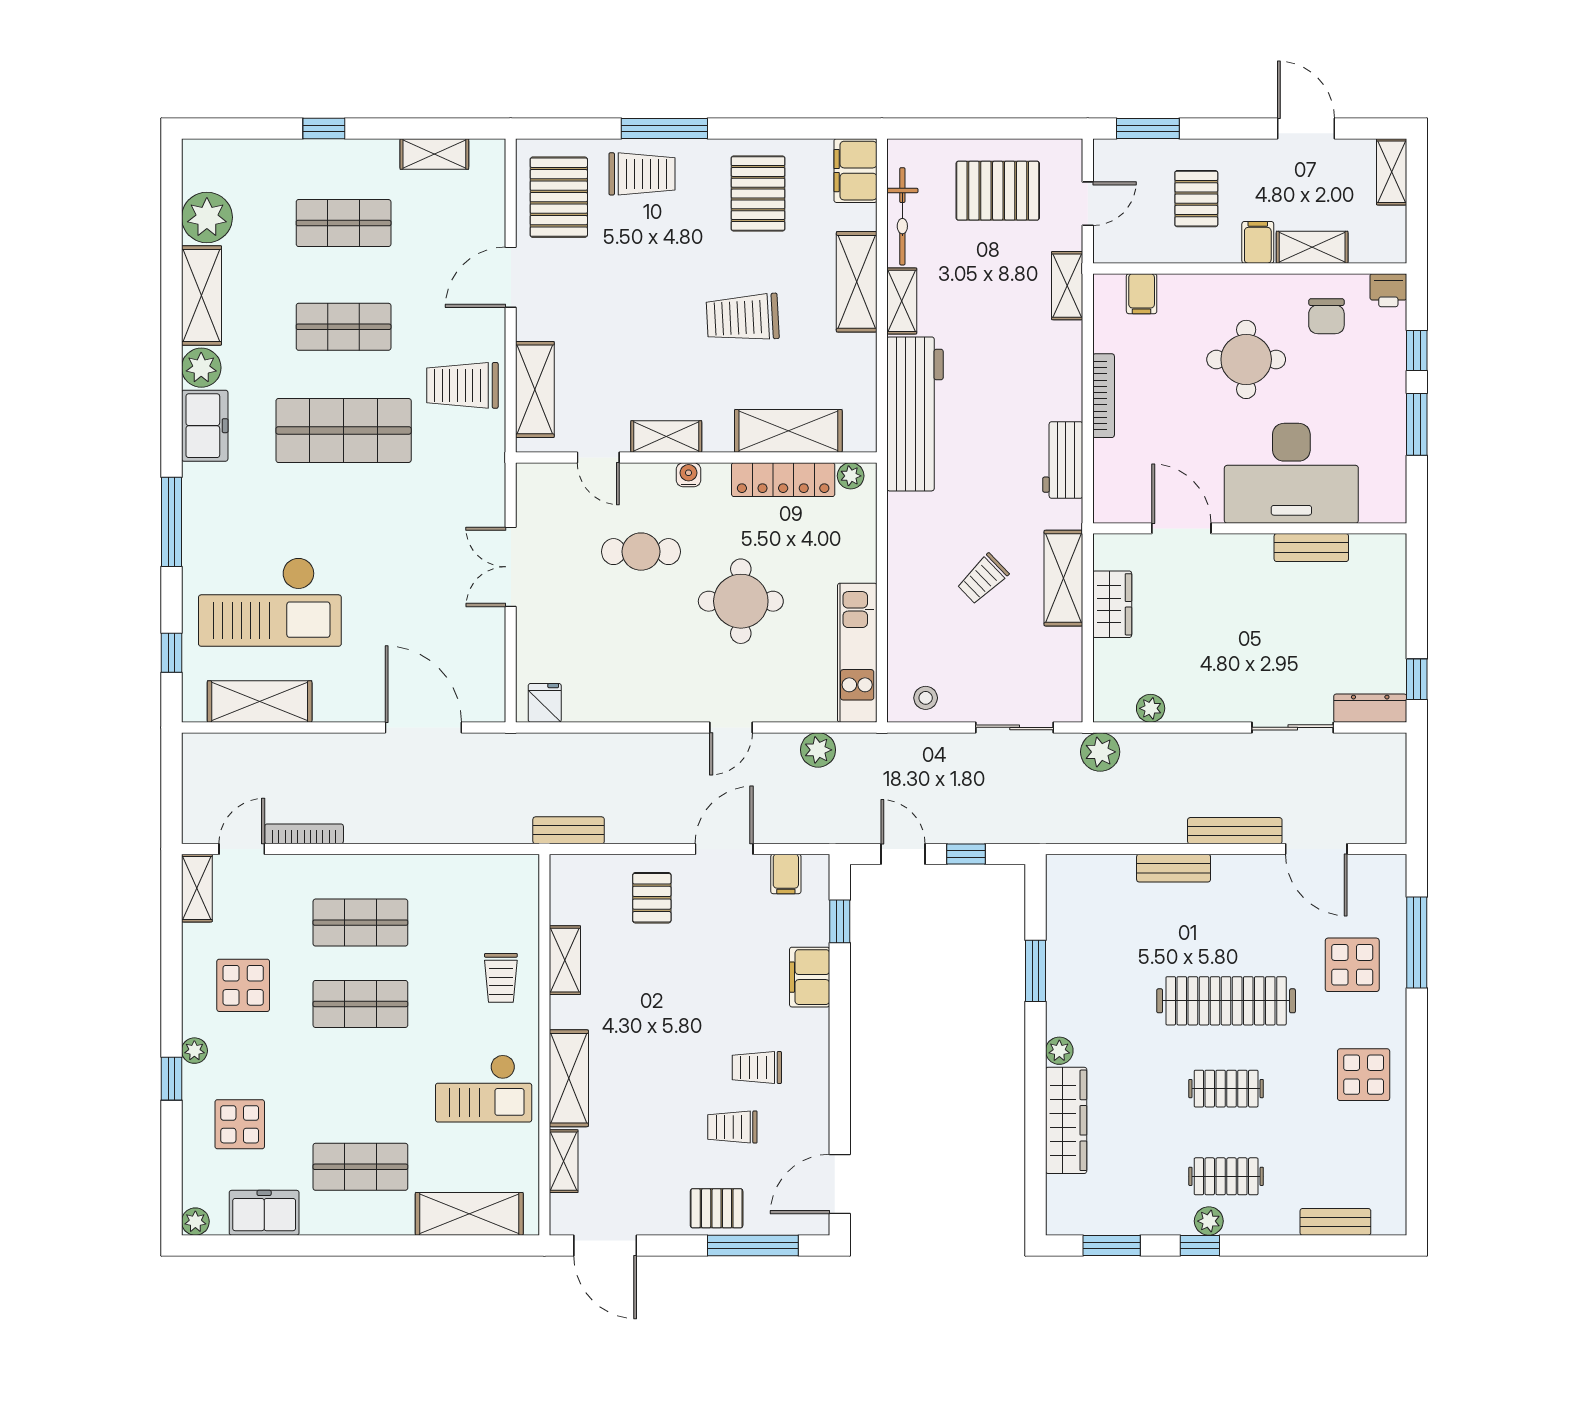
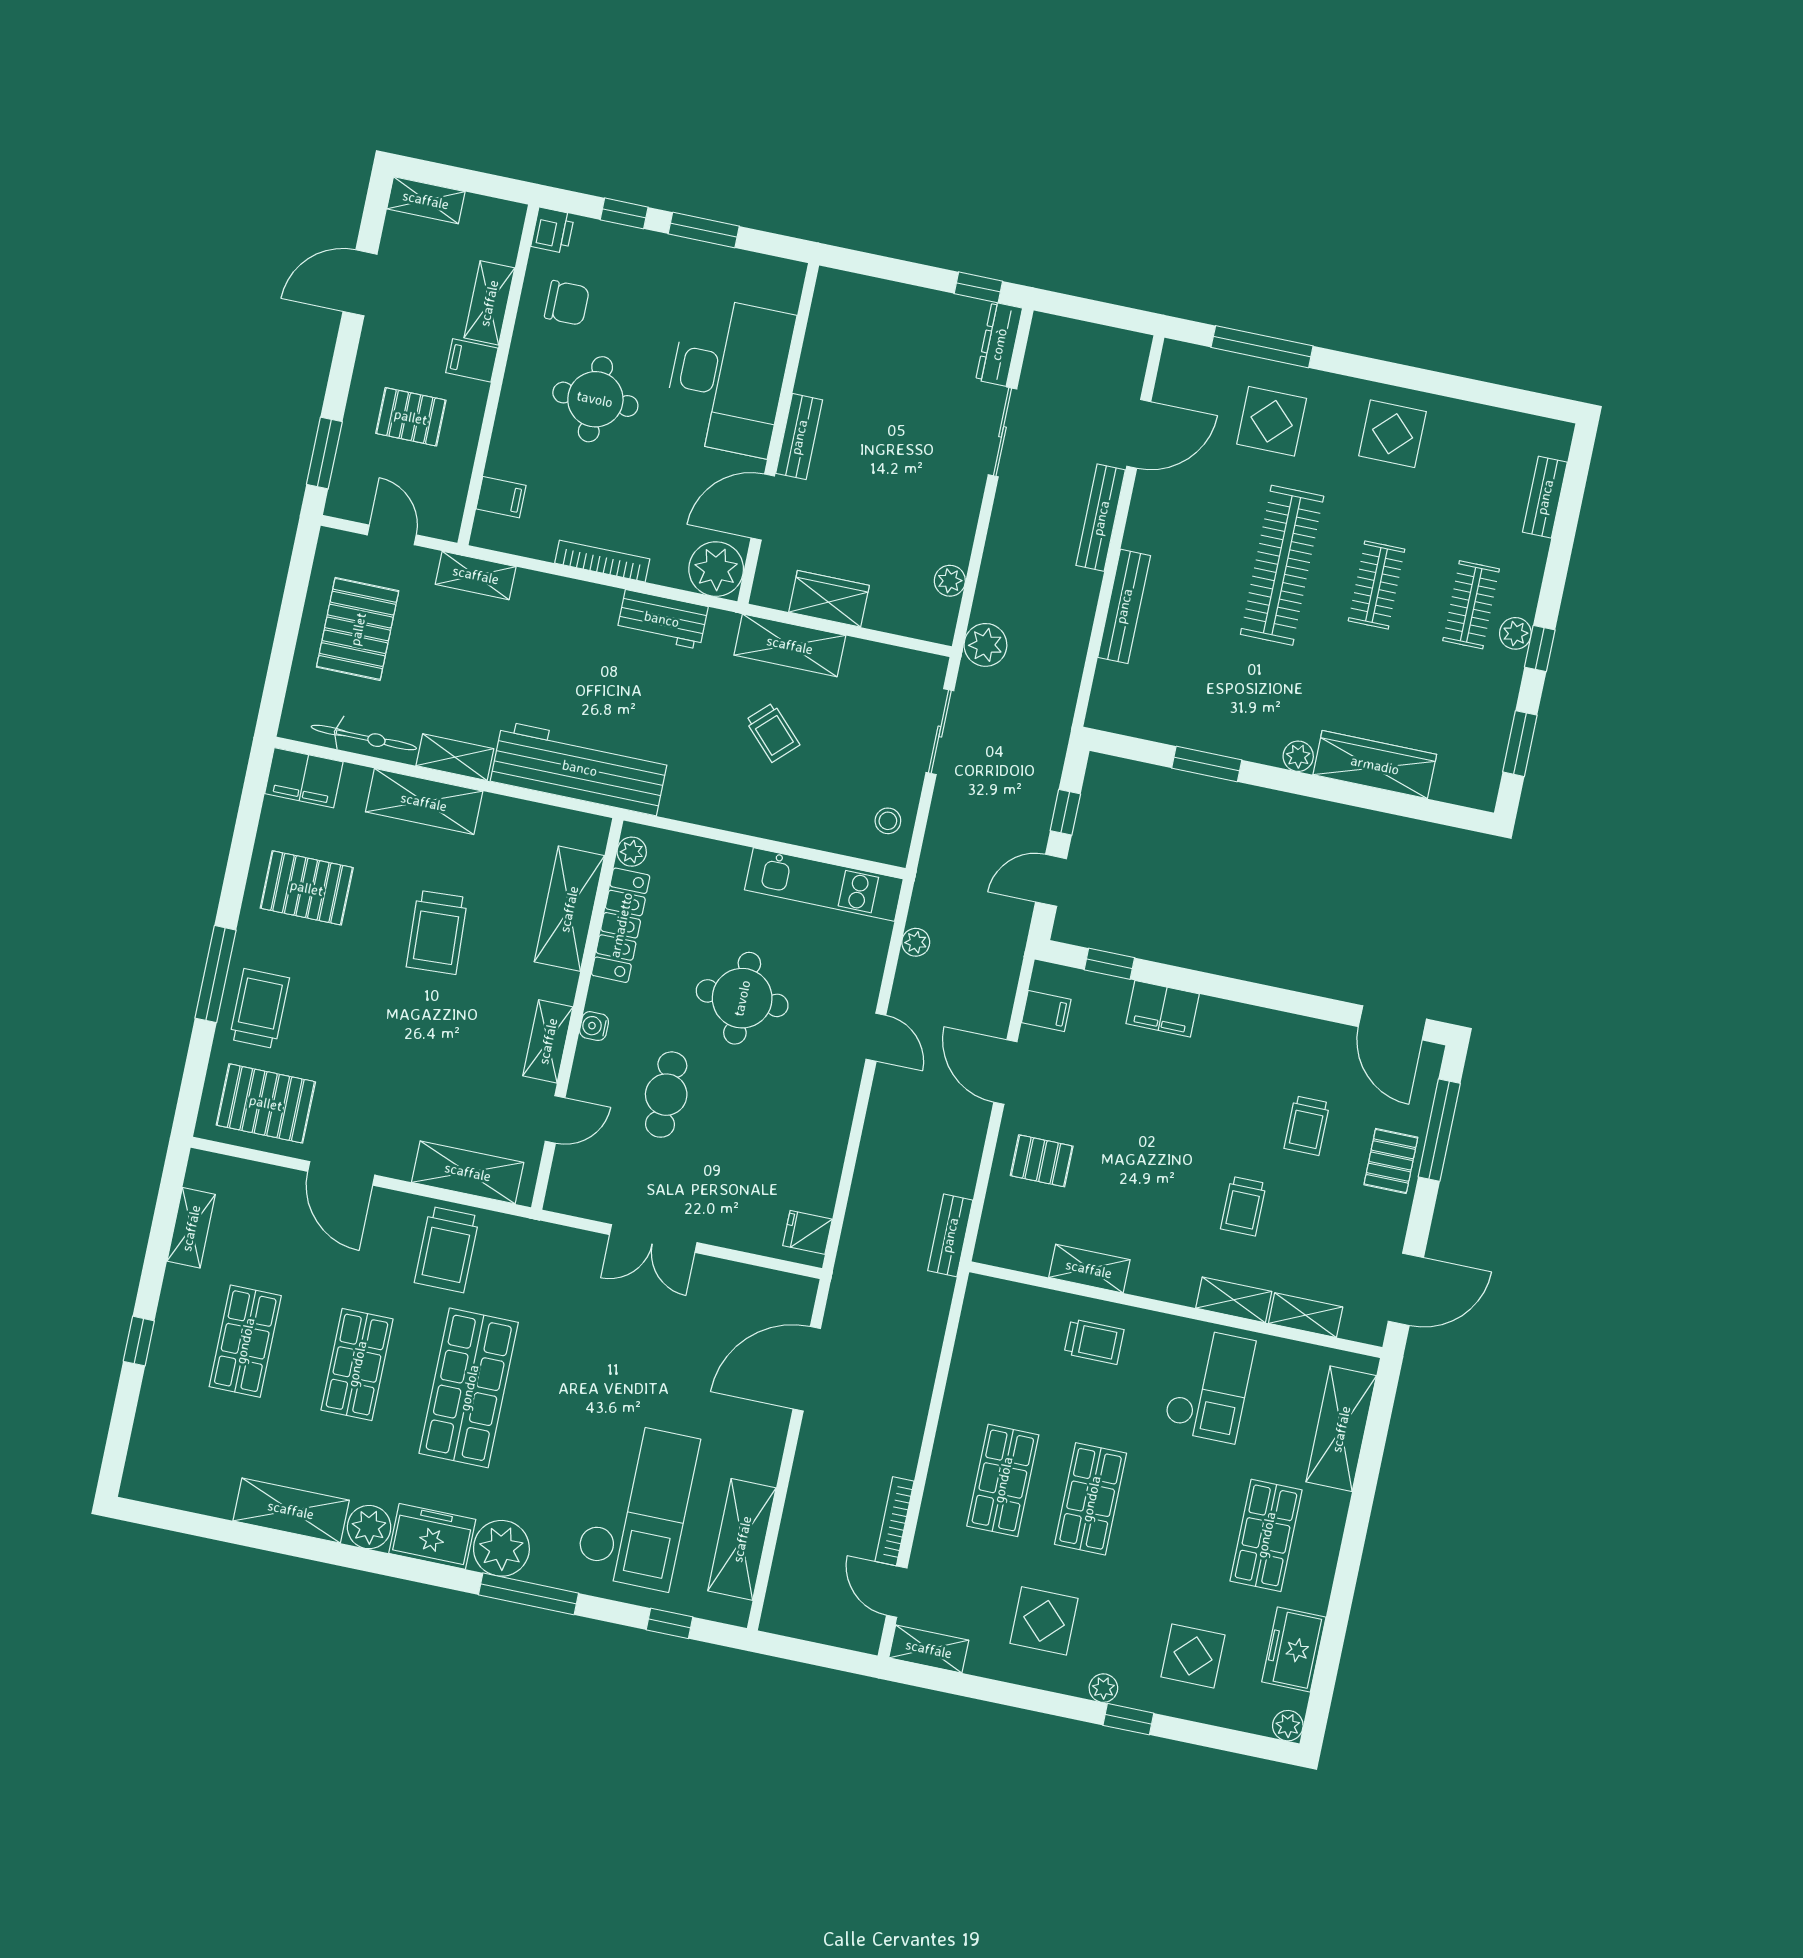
plant: (207, 217) -> (501, 1548), moved
plant: (1118, 498) -> (716, 569), added
bench: (1311, 548) -> (799, 437), moved
plant: (818, 750) -> (916, 942), width x0.73, depth x0.73
bench: (1174, 868) -> (1124, 606), width x1.36
trolley: (757, 1068) -> (1243, 1206), moved
shelving: (569, 1078) -> (1234, 1300), width x0.67, depth x0.75

